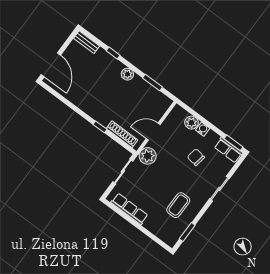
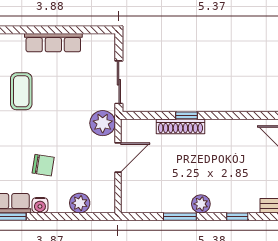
window: (153, 82) -> (180, 217), moved
water cooler: (203, 129) -> (40, 205), moved
shoe rack: (122, 134) -> (180, 126), moved
row of seats: (129, 209) -> (53, 43), moved

